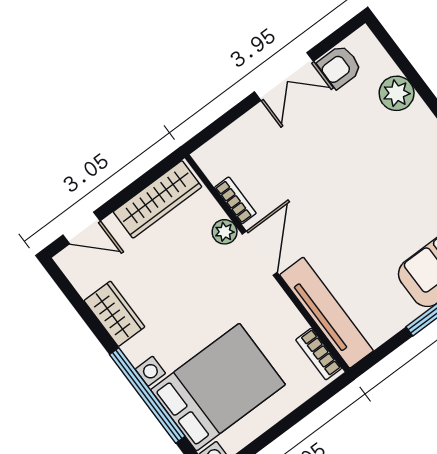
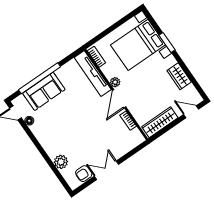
armchair: (340, 67) -> (84, 174), turned 180
plant: (225, 232) -> (115, 82), moved
window: (147, 395) -> (167, 43), width x0.47

